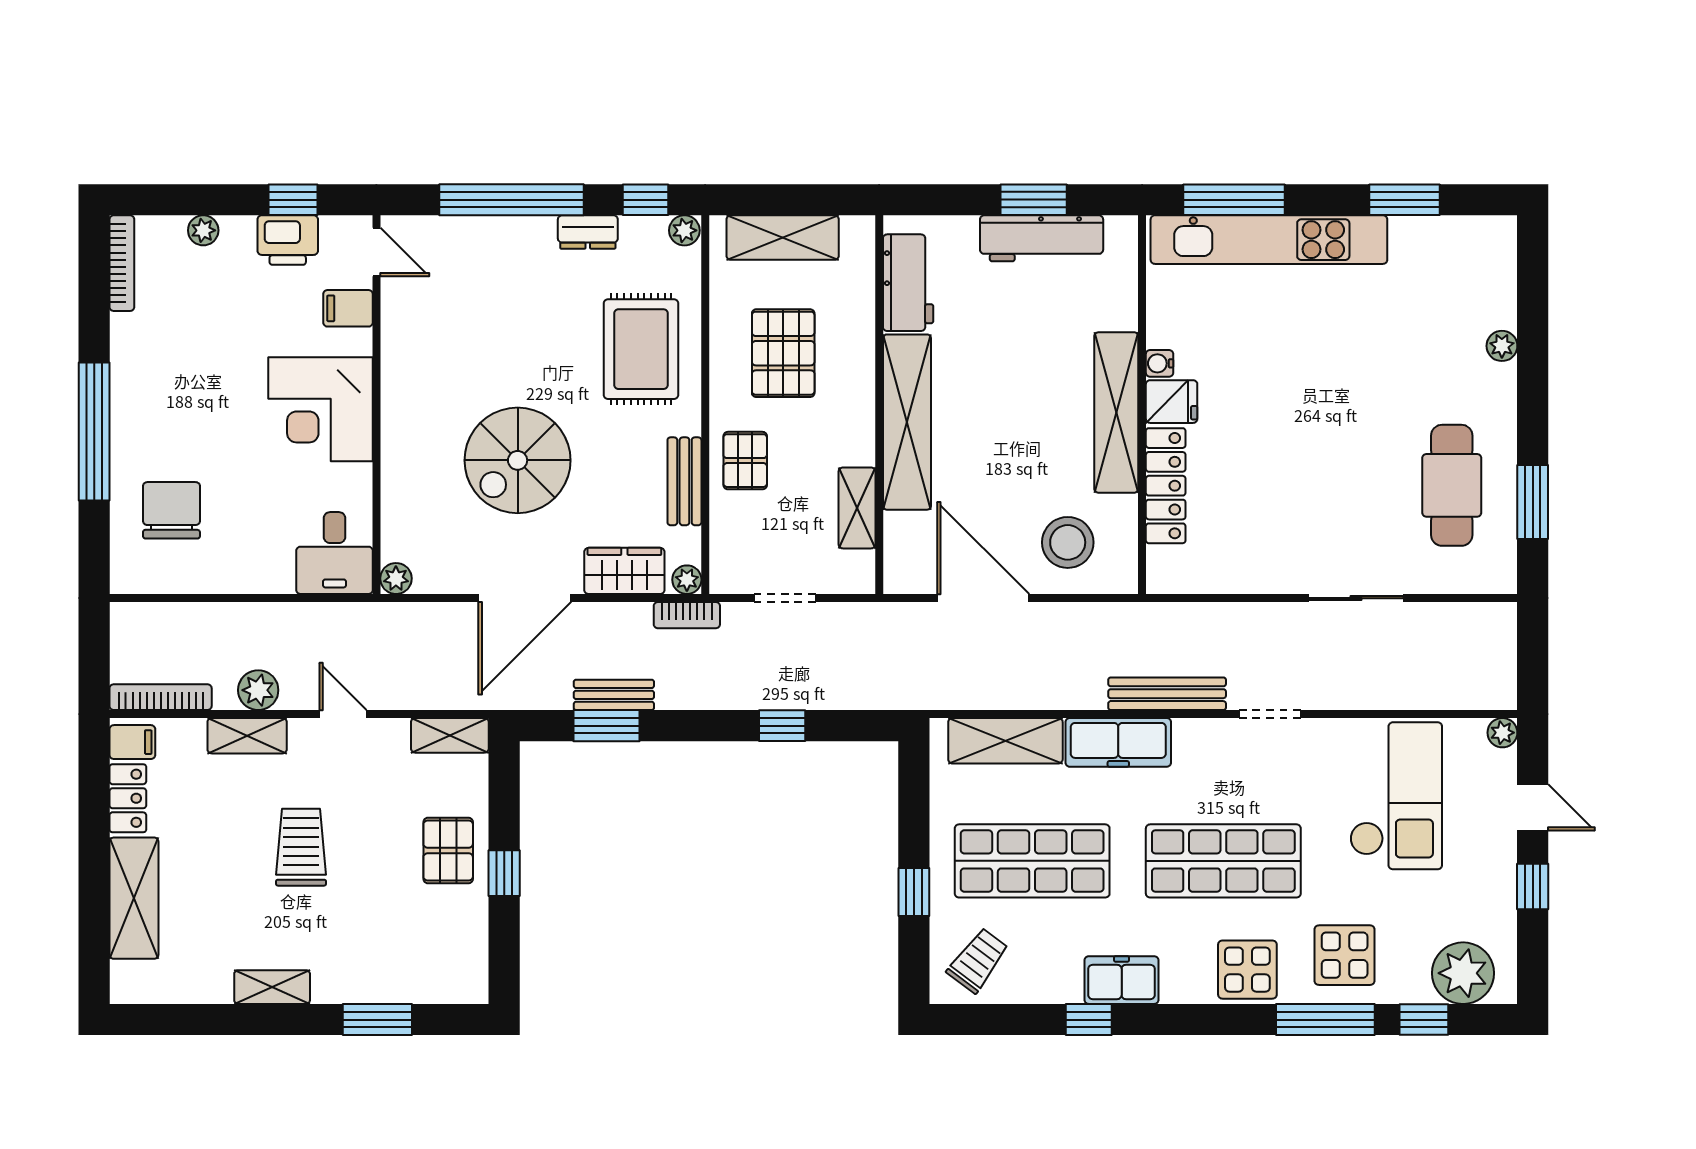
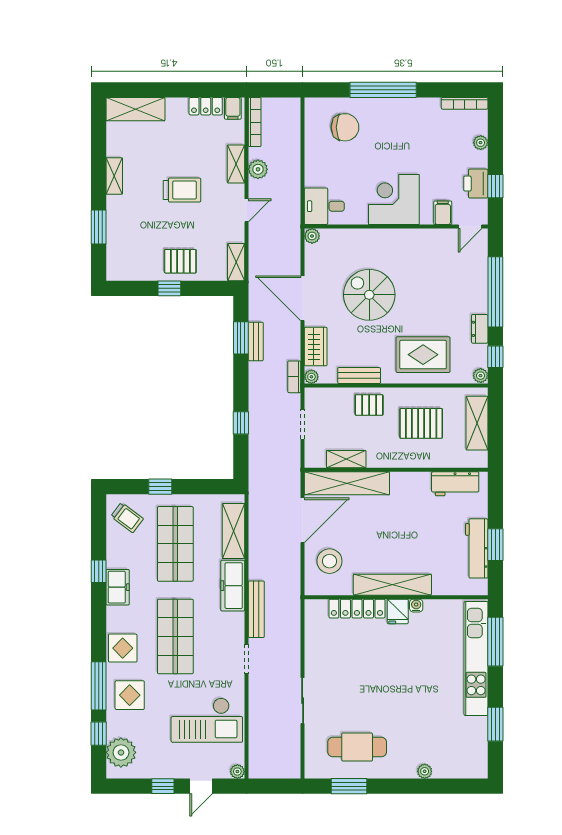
shelving: (907, 422) -> (347, 483), moved
shelving: (134, 898) -> (135, 109), moved

